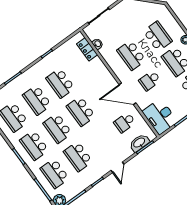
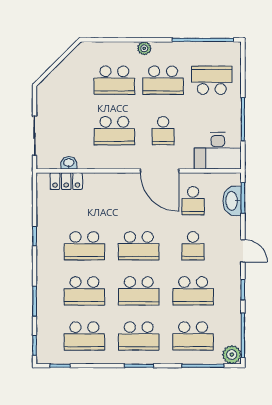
school desk: (158, 36) -> (114, 80), turned 180
door: (128, 94) -> (160, 171), hinge flipped
school desk: (101, 139) -> (193, 246), added

